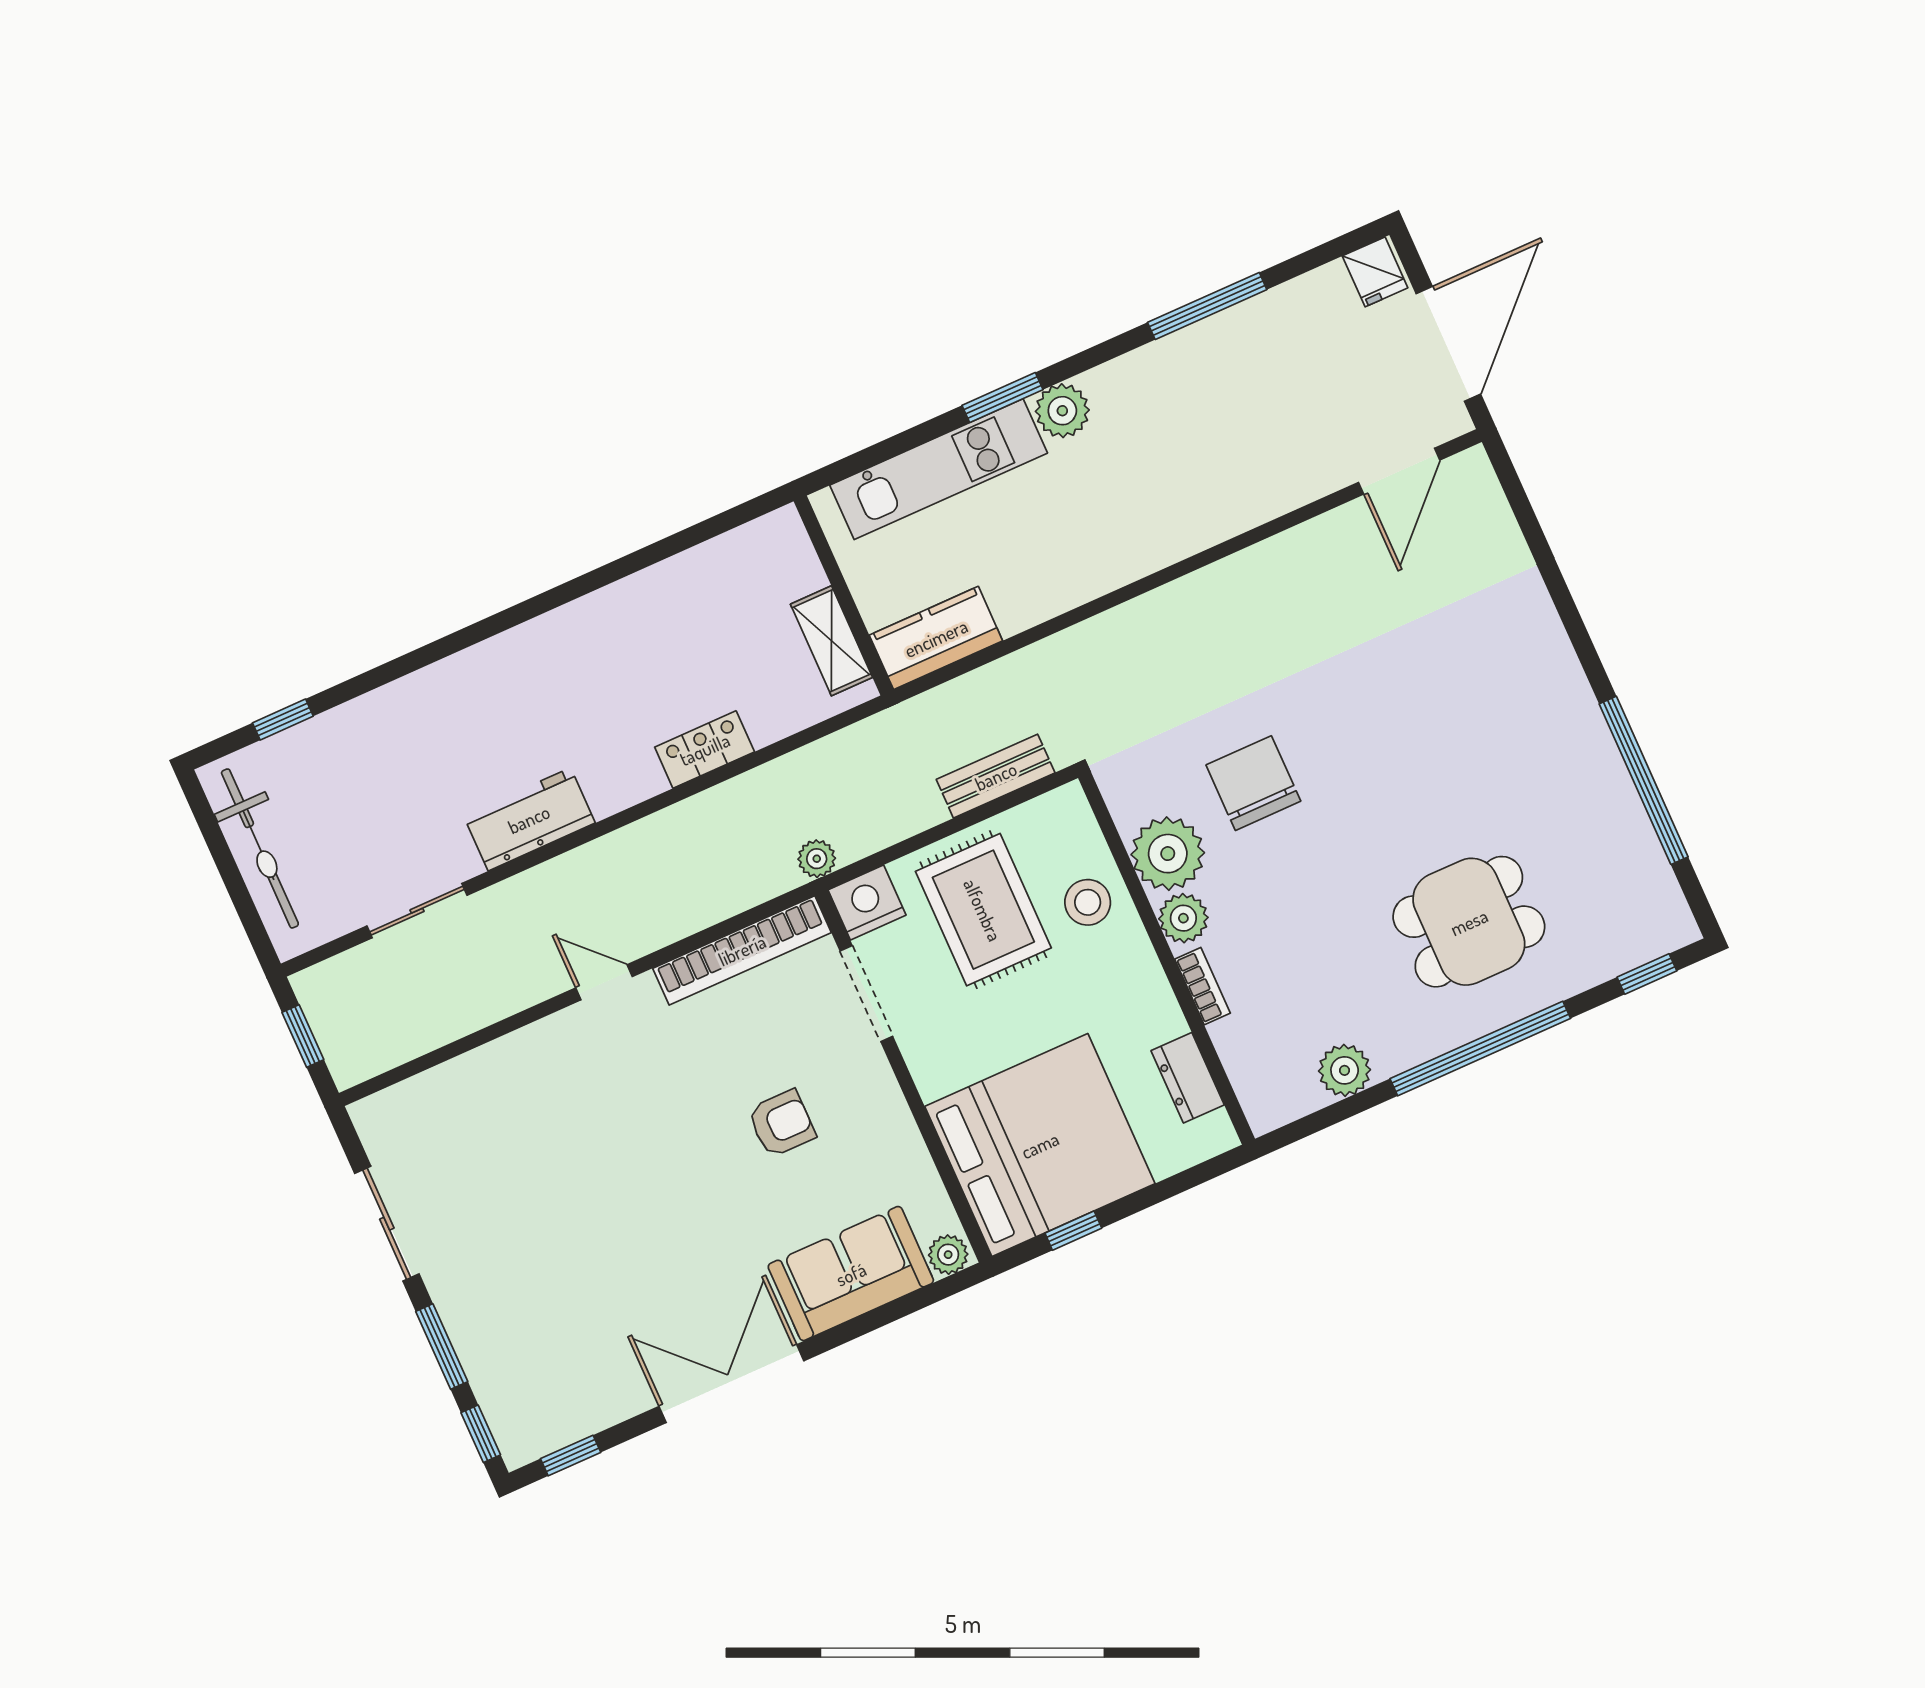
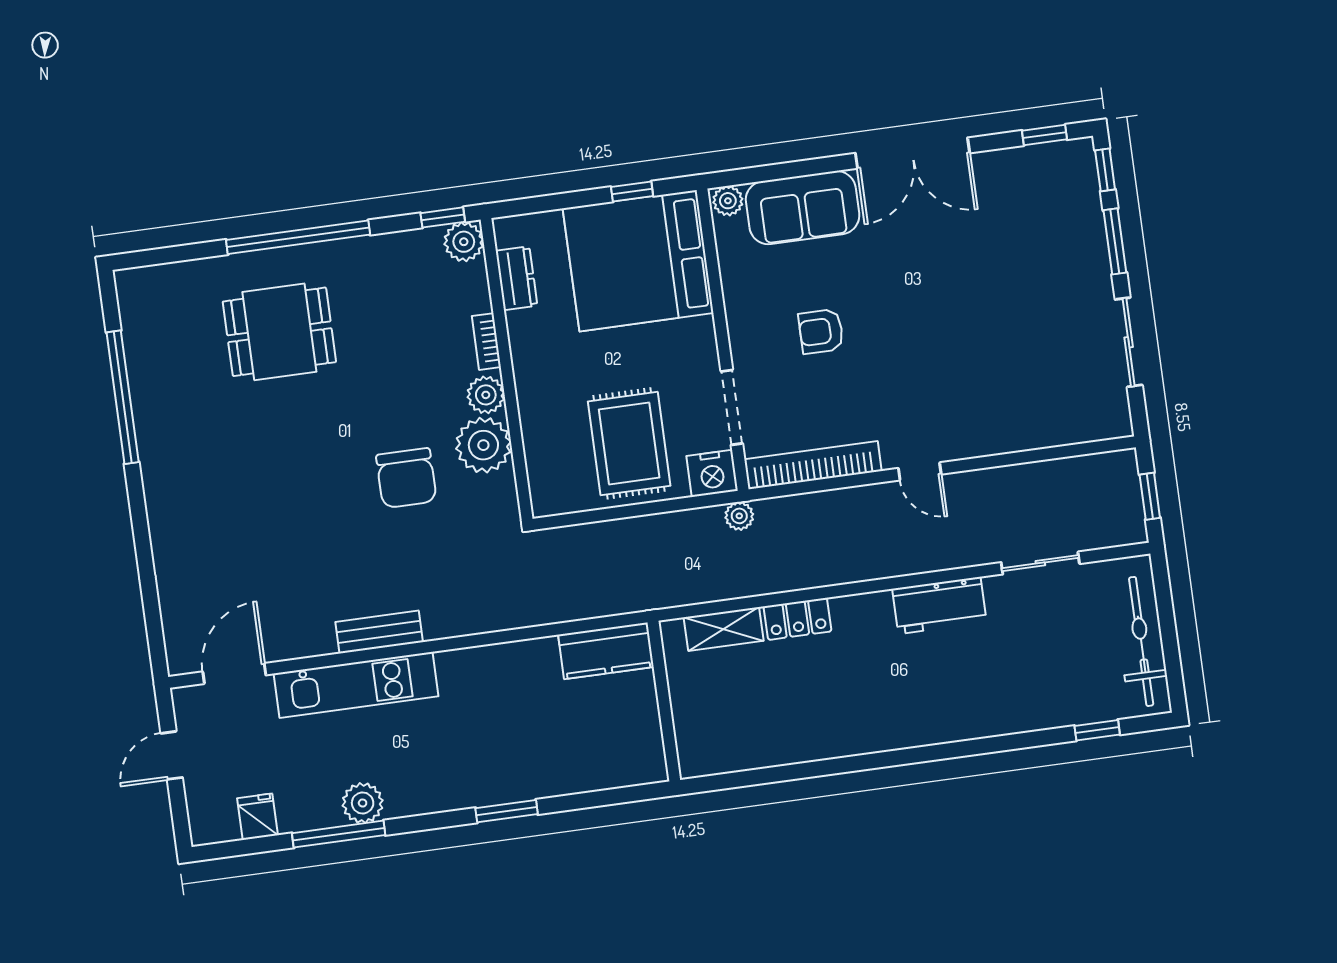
fridge: (1375, 272) -> (258, 817), moved
door: (1448, 344) -> (172, 755), width x0.53
plant: (1062, 411) -> (363, 803), moved
kitchen unit: (939, 469) -> (356, 685), moved, turned 180
shelving: (831, 641) -> (724, 629), moved, turned 90
bench: (996, 776) -> (379, 632), moved
stool: (1088, 902) -> (552, 427), removed
window: (1647, 974) -> (443, 217), moved
plant: (1345, 1070) -> (464, 242), moved

